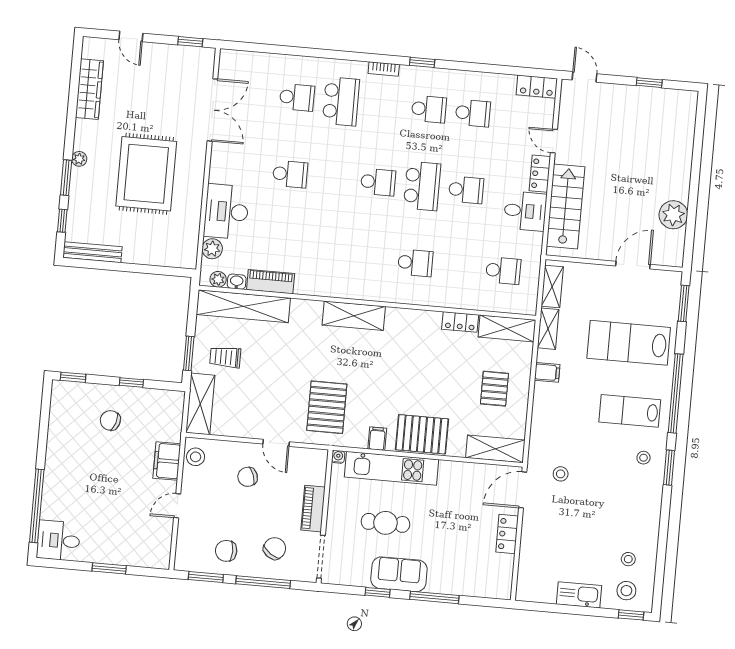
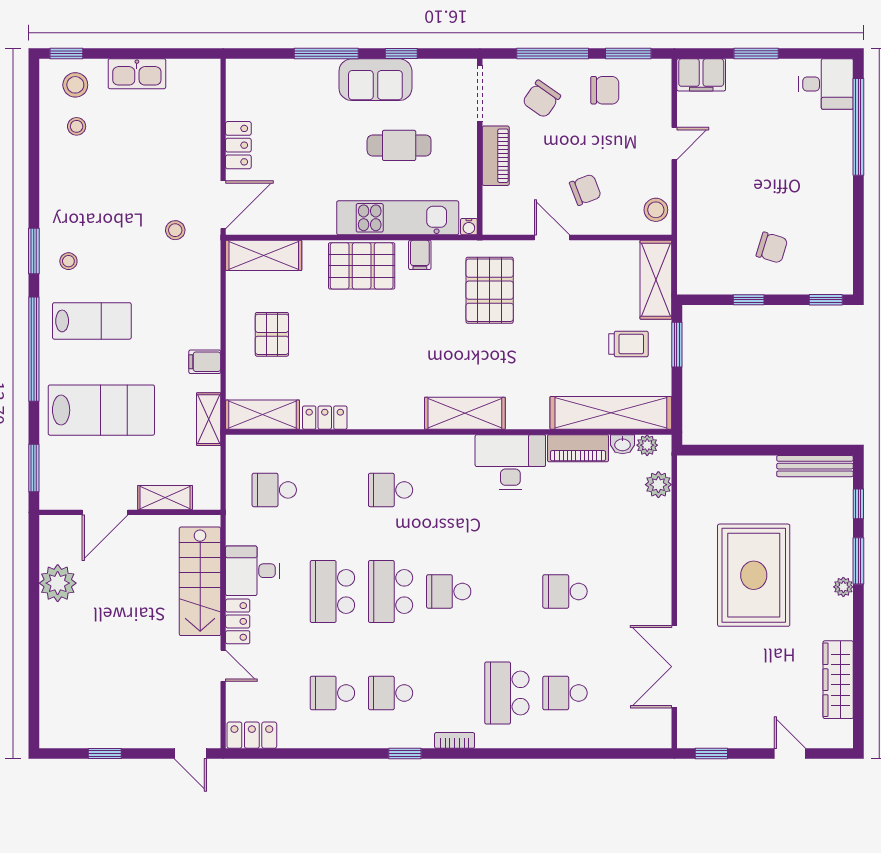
school desk: (466, 190) -> (332, 591), width x1.85
desk: (226, 212) -> (510, 462), moved, turned -90
shelving: (552, 287) -> (165, 498), moved, turned 90
filing cabinet: (167, 461) -> (701, 75), moved, turned 90

